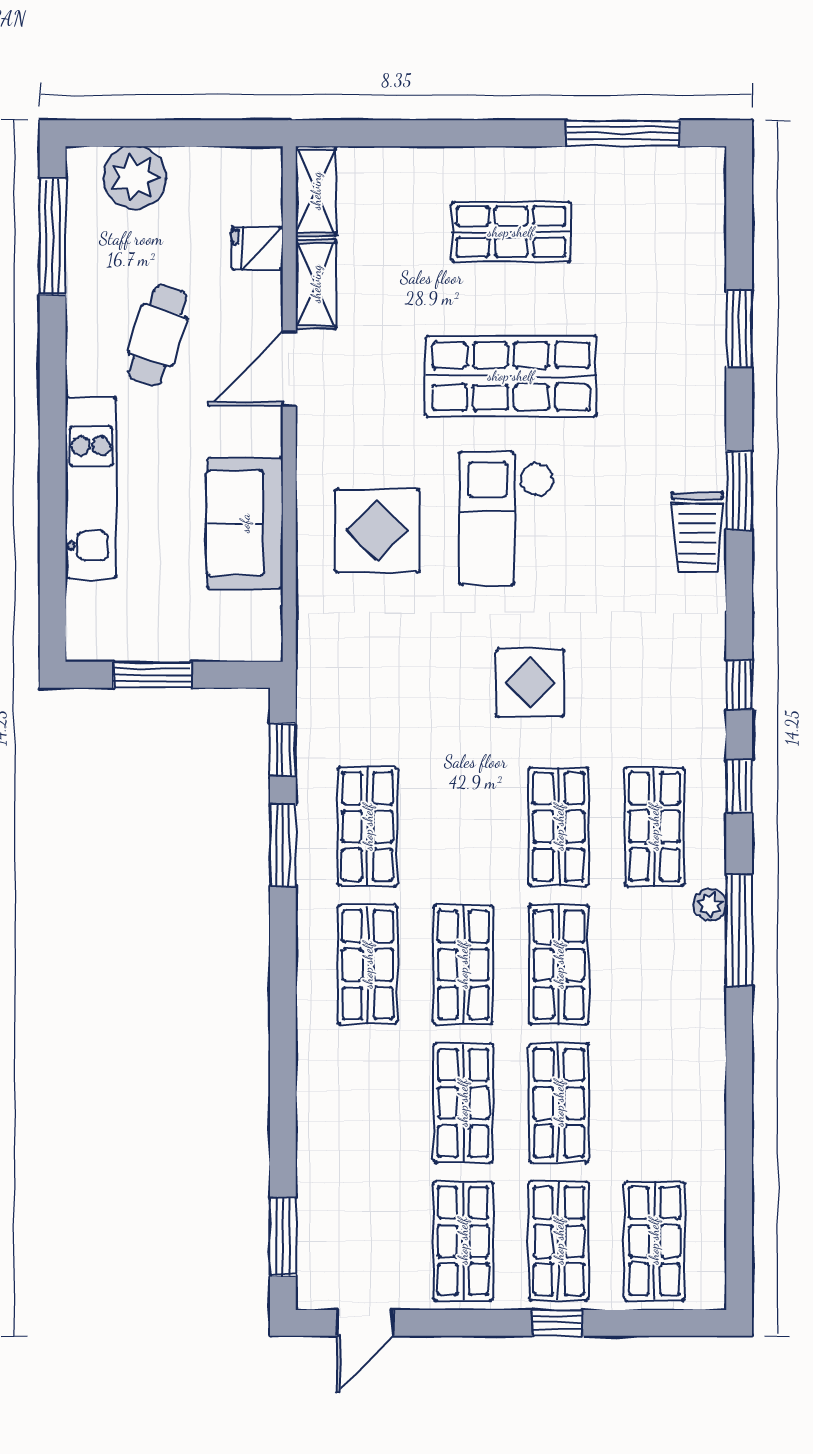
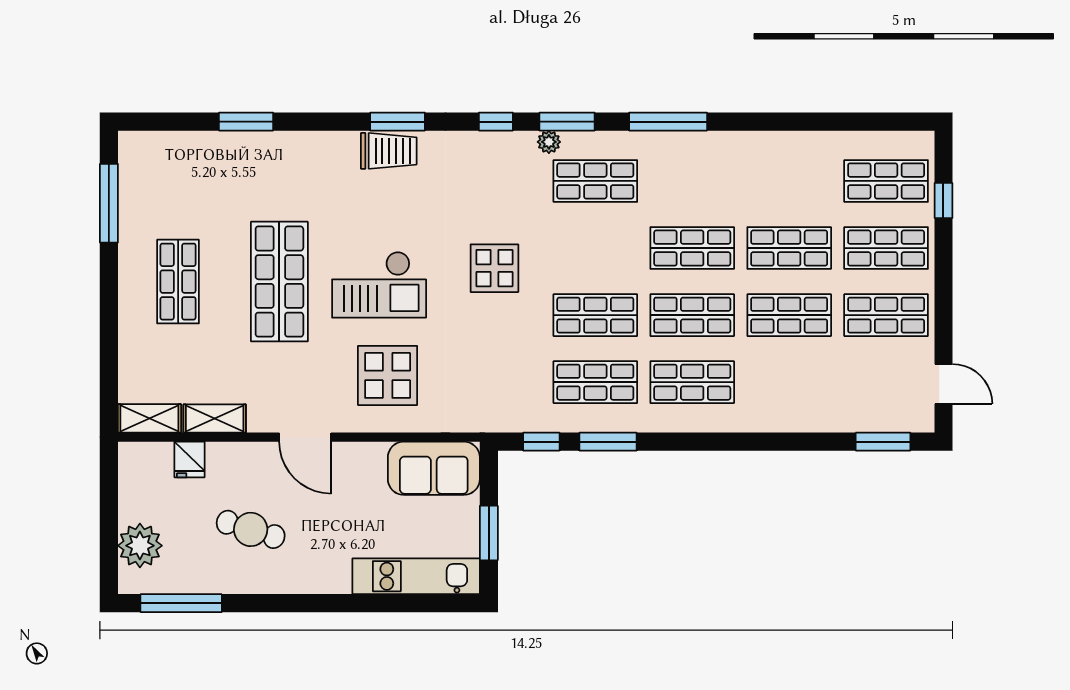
door: (289, 369) -> (305, 437), moved
kitchen unit: (91, 488) -> (416, 576), moved
window: (739, 491) -> (398, 122), moved
sofa: (245, 523) -> (434, 468), moved
window: (739, 786) -> (567, 122), width x1.50
shop shelf: (559, 827) -> (595, 315), moved
plant: (710, 905) -> (549, 142), moved
window: (557, 1323) -> (943, 201), moved

